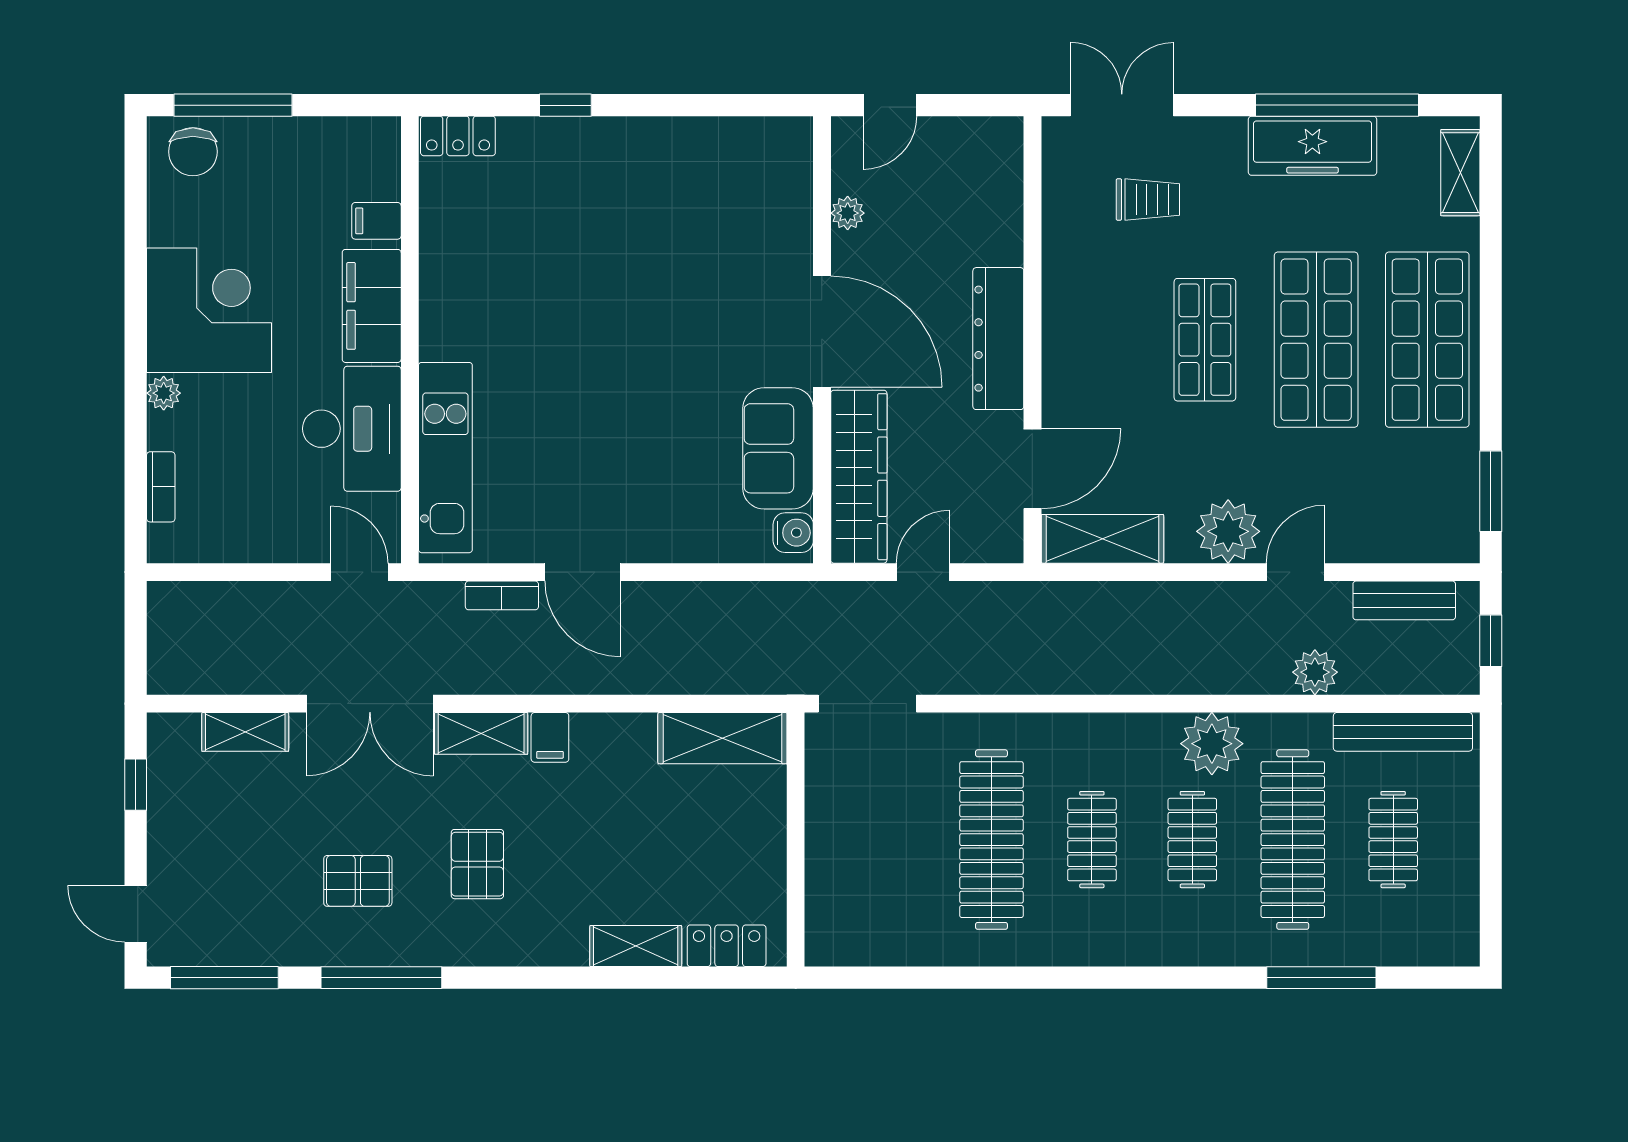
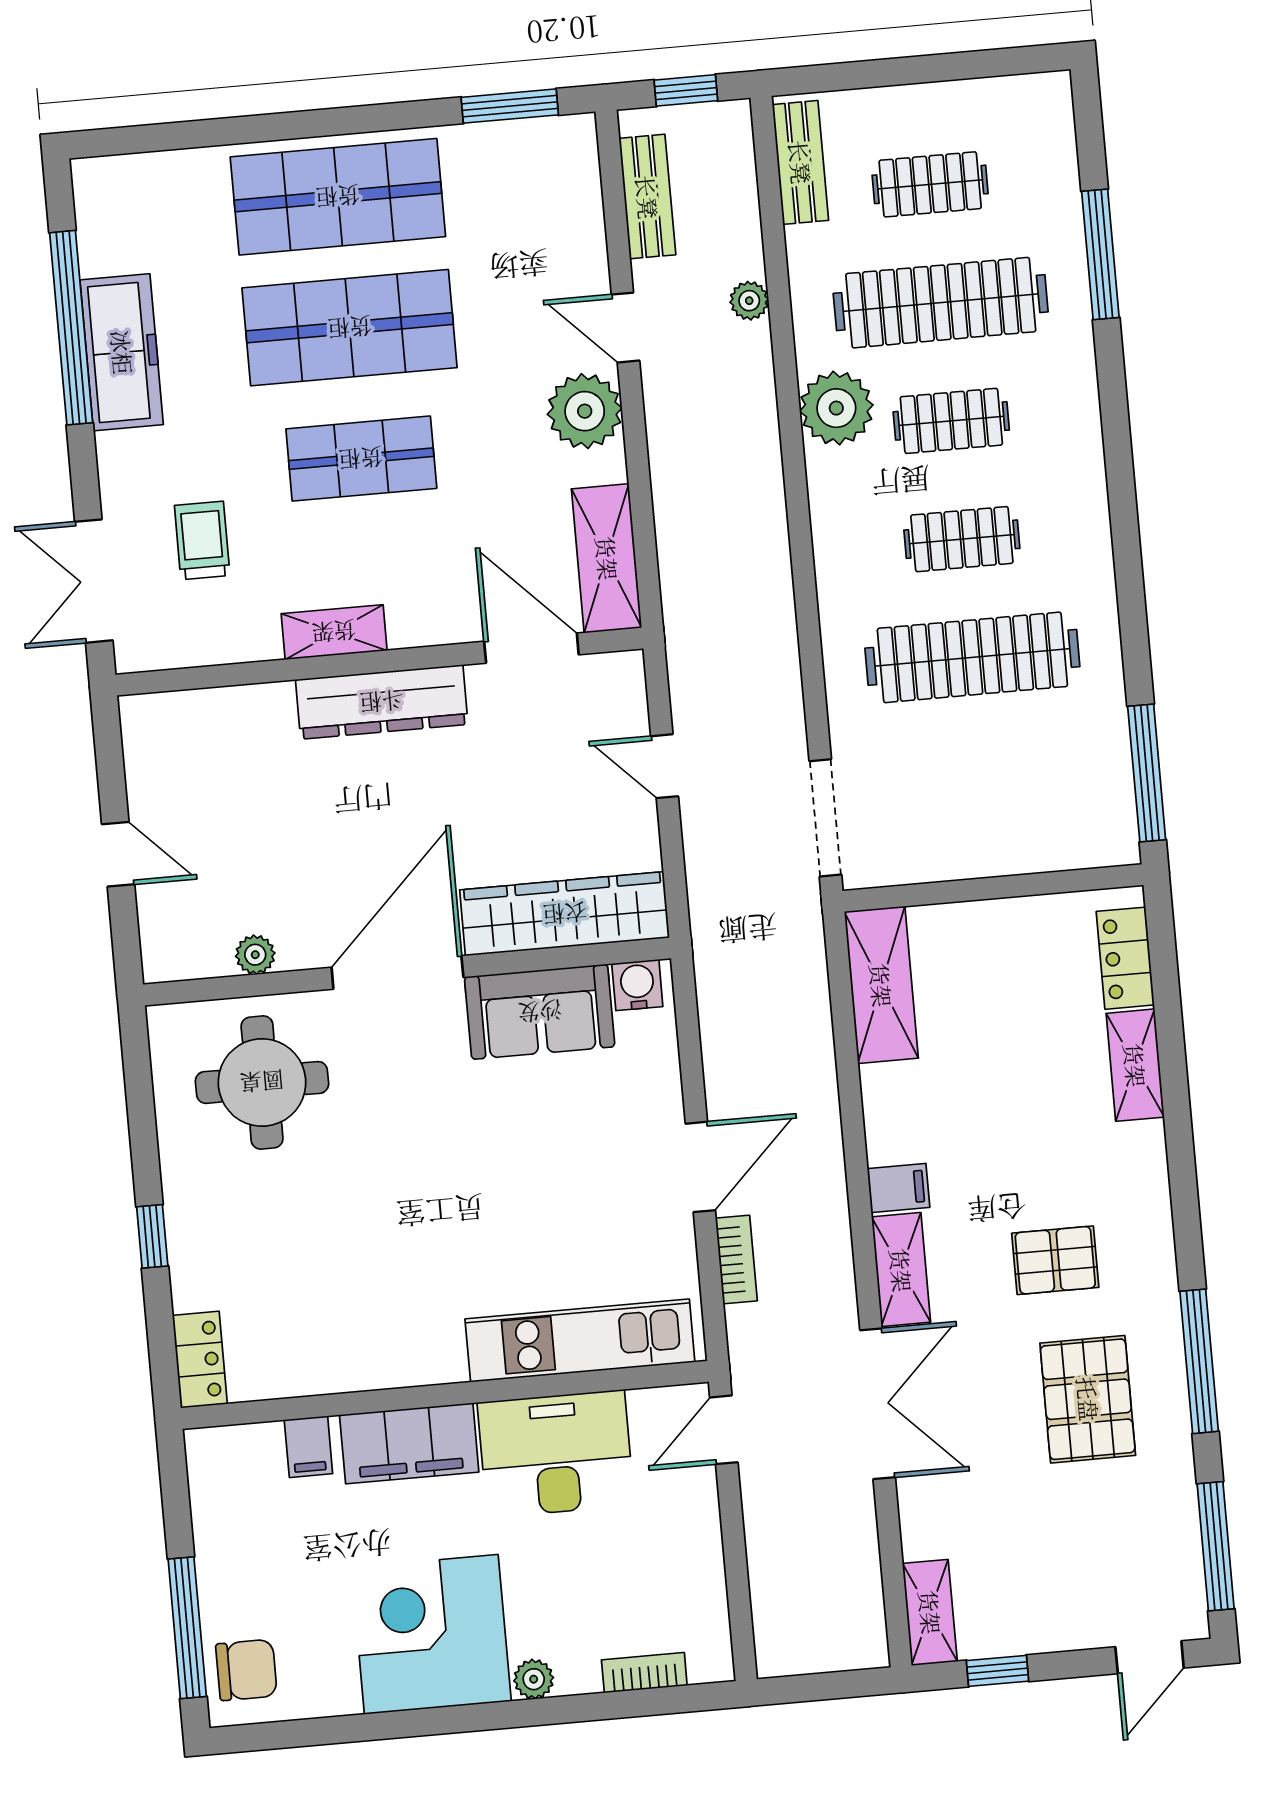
shelving: (1460, 173) -> (334, 632), moved
round table: (687, 209) -> (262, 1082), added
plant: (848, 213) -> (255, 955), moved
door: (822, 331) -> (397, 972), moved
wall: (822, 340) -> (407, 971), moved
sofa: (778, 448) -> (540, 1012), moved
wardrobe: (859, 477) -> (565, 914), moved
water cooler: (793, 533) -> (637, 985), moved
plant: (1315, 672) -> (749, 301), width x0.73, depth x0.73
shelving: (245, 732) -> (930, 1612), moved
bench: (1403, 732) -> (800, 162), width x0.73
pallet: (358, 881) -> (1088, 1399), width x1.50, depth x1.42
window: (881, 978) -> (1147, 773), added

